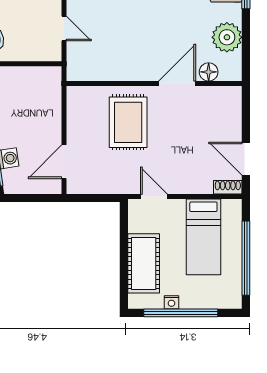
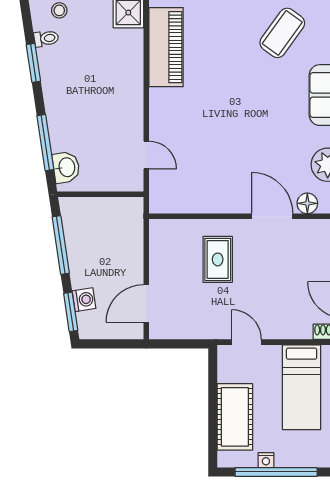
door: (177, 84) -> (272, 216), hinge flipped
rug: (128, 122) -> (218, 259), width x0.73, depth x0.70

